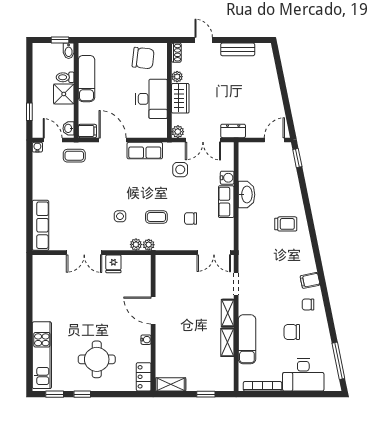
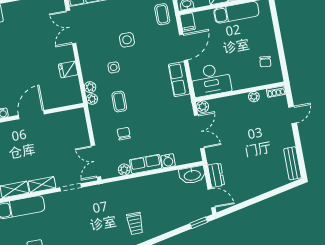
bench: (238, 49) -> (293, 163), moved
chair: (143, 58) -> (265, 62), width x0.54, depth x0.54
wardrobe: (180, 98) -> (234, 103), removed
desk: (152, 99) -> (211, 80), moved
dresser: (233, 131) -> (216, 175), moved
double door: (203, 140) -> (199, 132), swing flipped
side table: (180, 170) -> (127, 40), moved
washbasin: (246, 195) -> (192, 175), moved
plant: (228, 225) -> (124, 170), added
double door: (84, 253) -> (71, 27), moved

